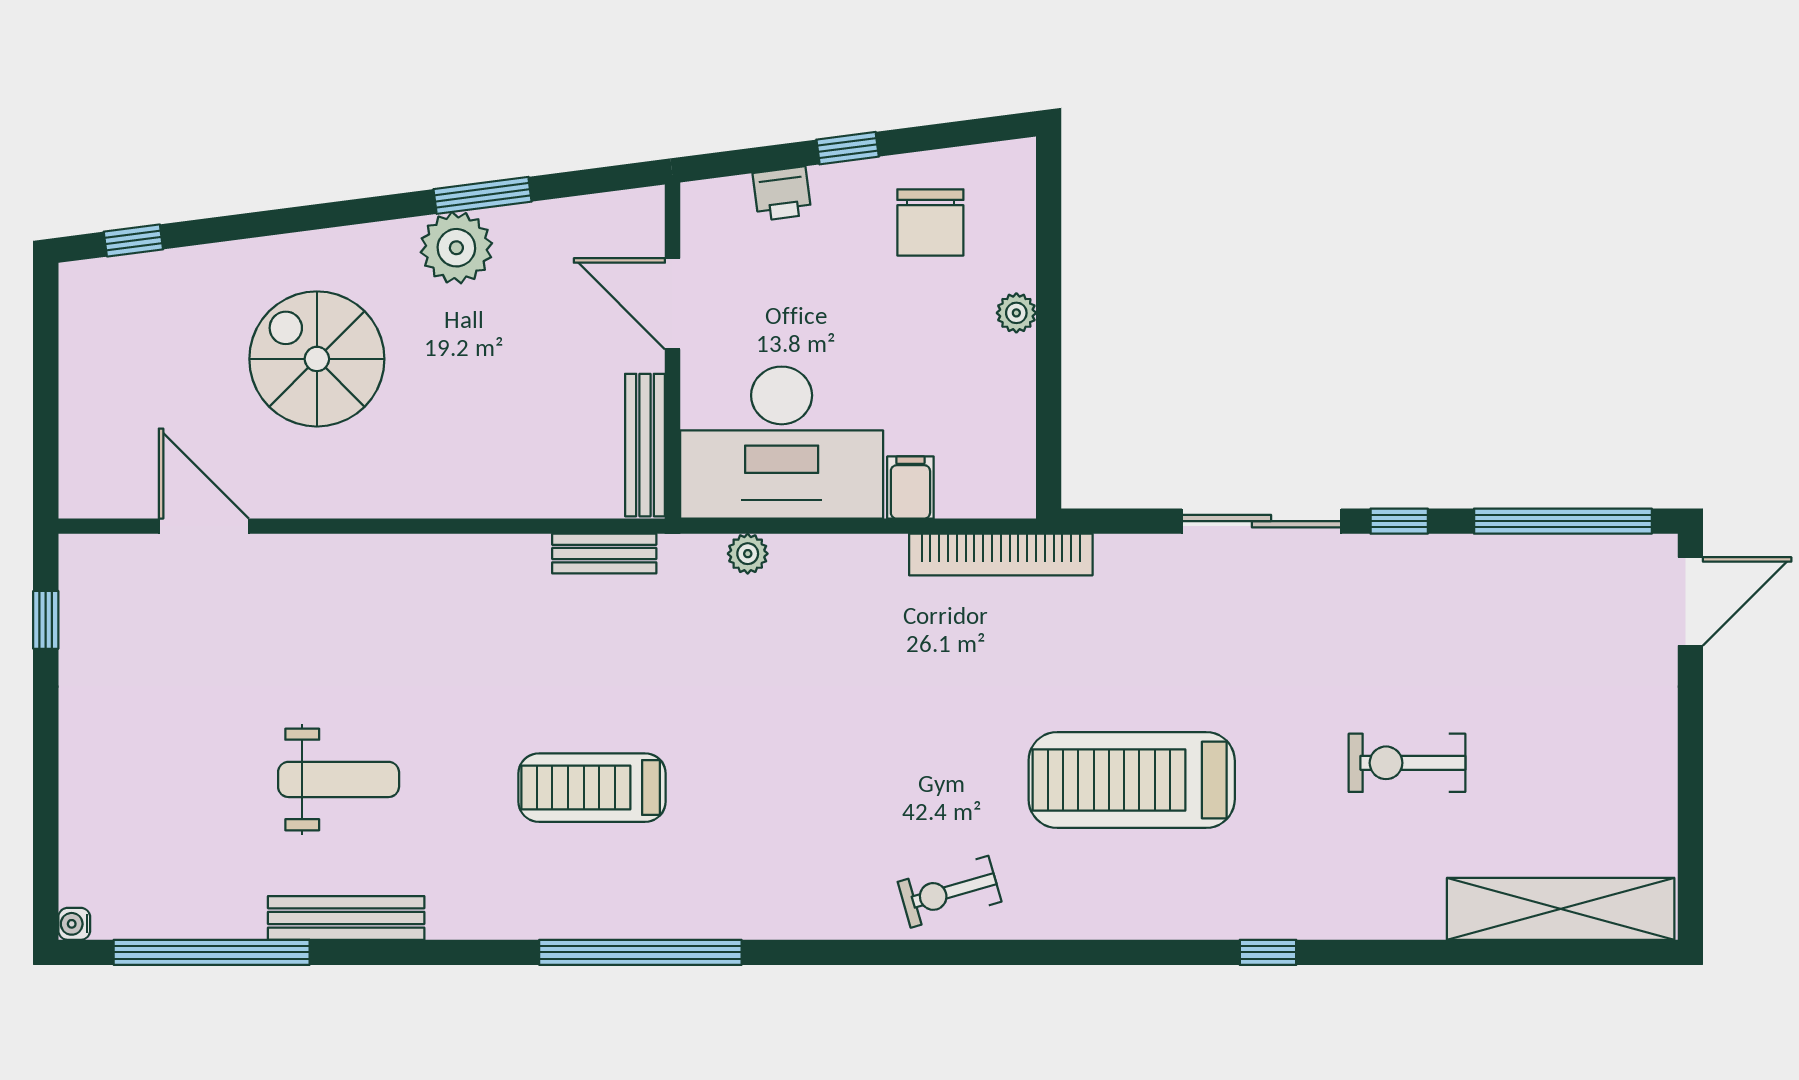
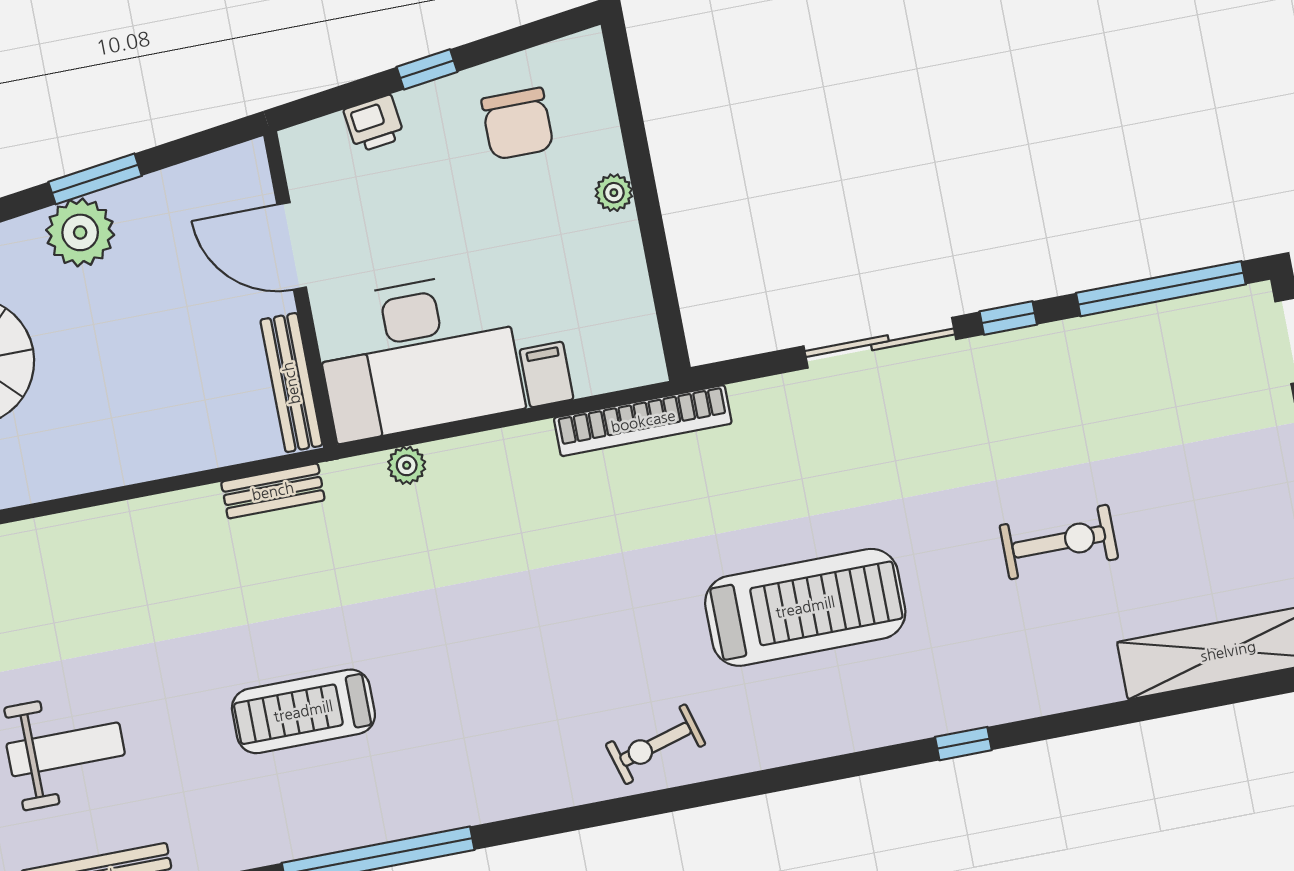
exercise bike: (1407, 763) -> (1059, 542), turned 180
treadmill: (1132, 780) -> (805, 607), turned 180

